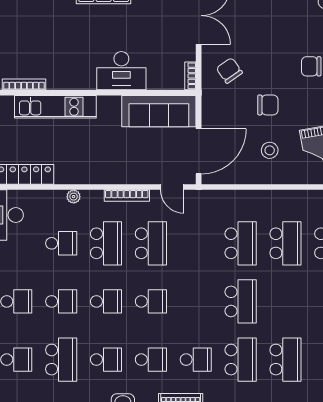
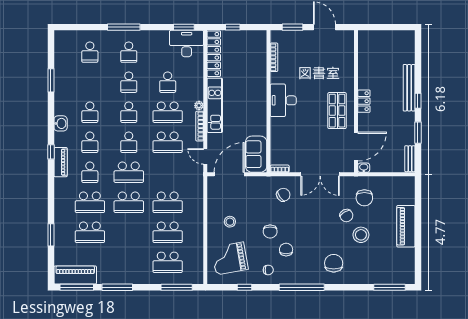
desk: (121, 71) -> (283, 100), moved
chair: (268, 105) -> (270, 231), moved
kitchen unit: (55, 107) -> (215, 105), moved, turned 180
sofa: (159, 111) -> (256, 154), width x0.73
door: (199, 151) -> (229, 174), swing flipped
door: (172, 187) -> (205, 156), hinge flipped
plant: (74, 197) -> (199, 106), moved
school desk: (61, 360) -> (129, 172), moved

